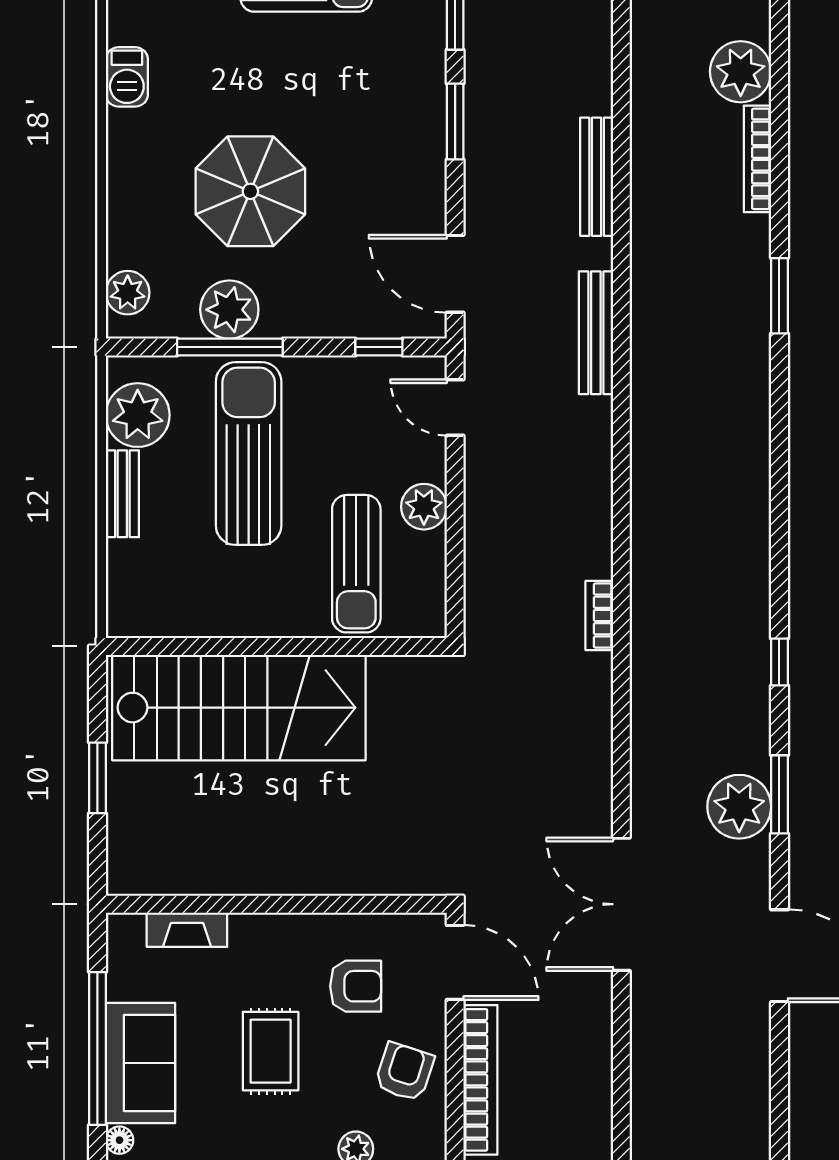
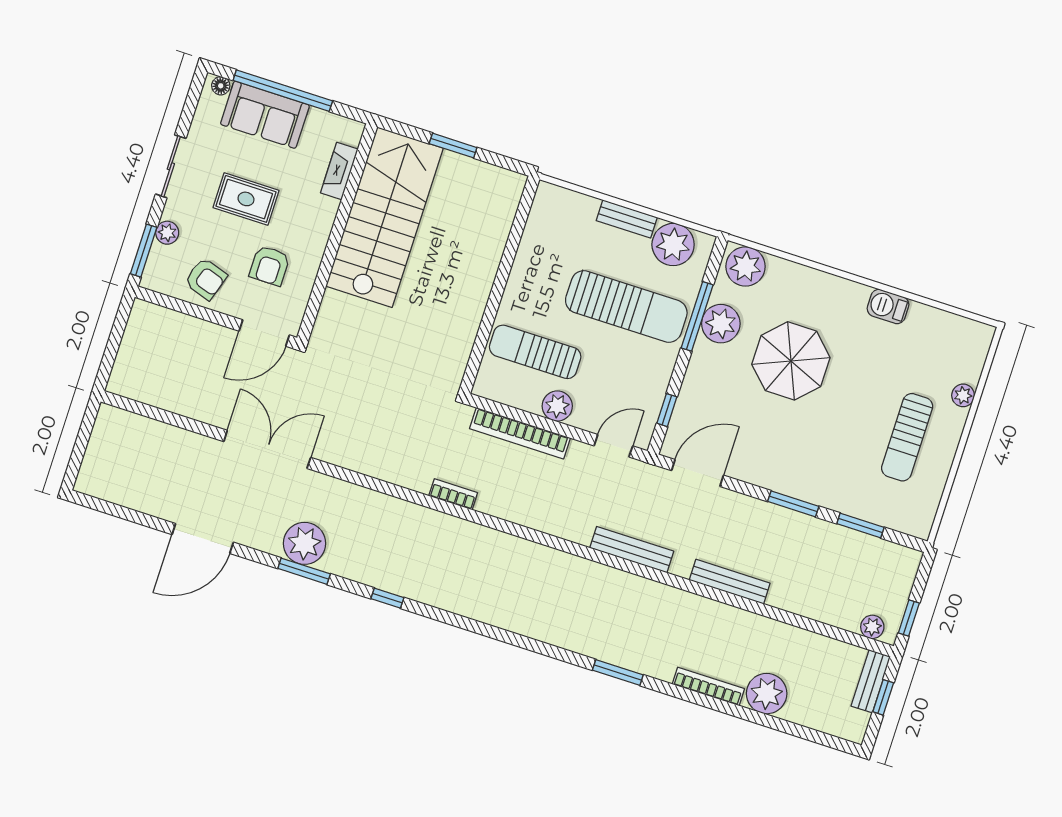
plant: (128, 293) -> (746, 266), width x1.36, depth x1.36
stairs: (239, 708) -> (385, 217), moved, turned 180
bookcase: (480, 1080) -> (520, 433), moved

